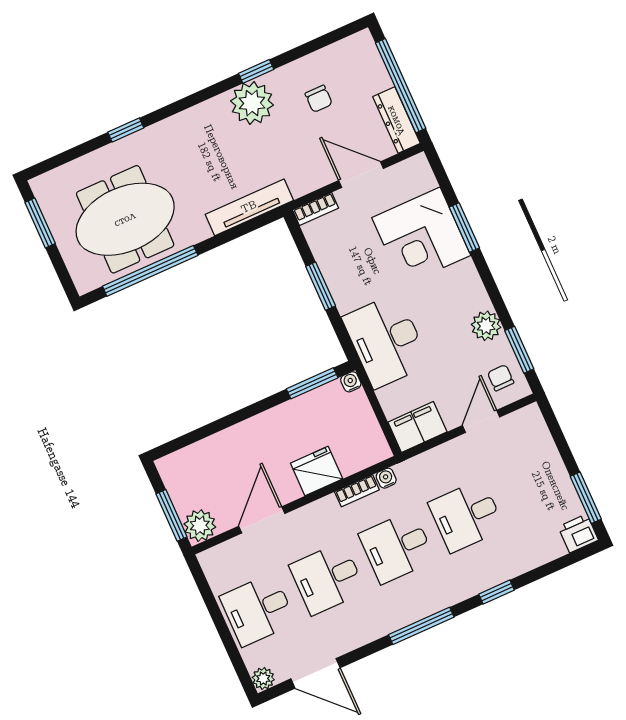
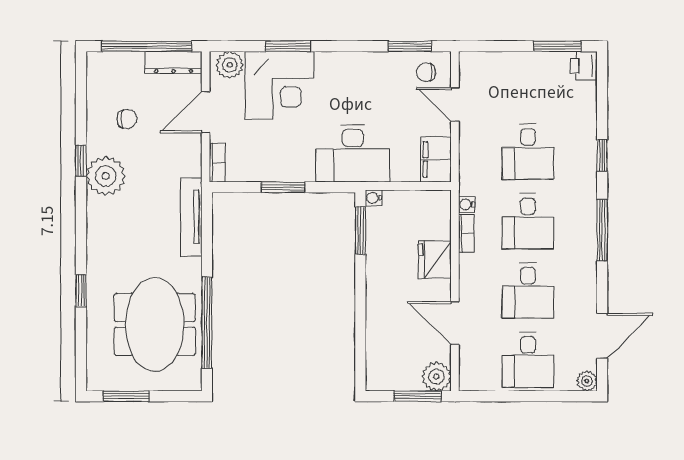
plant: (486, 326) -> (230, 65), moved

